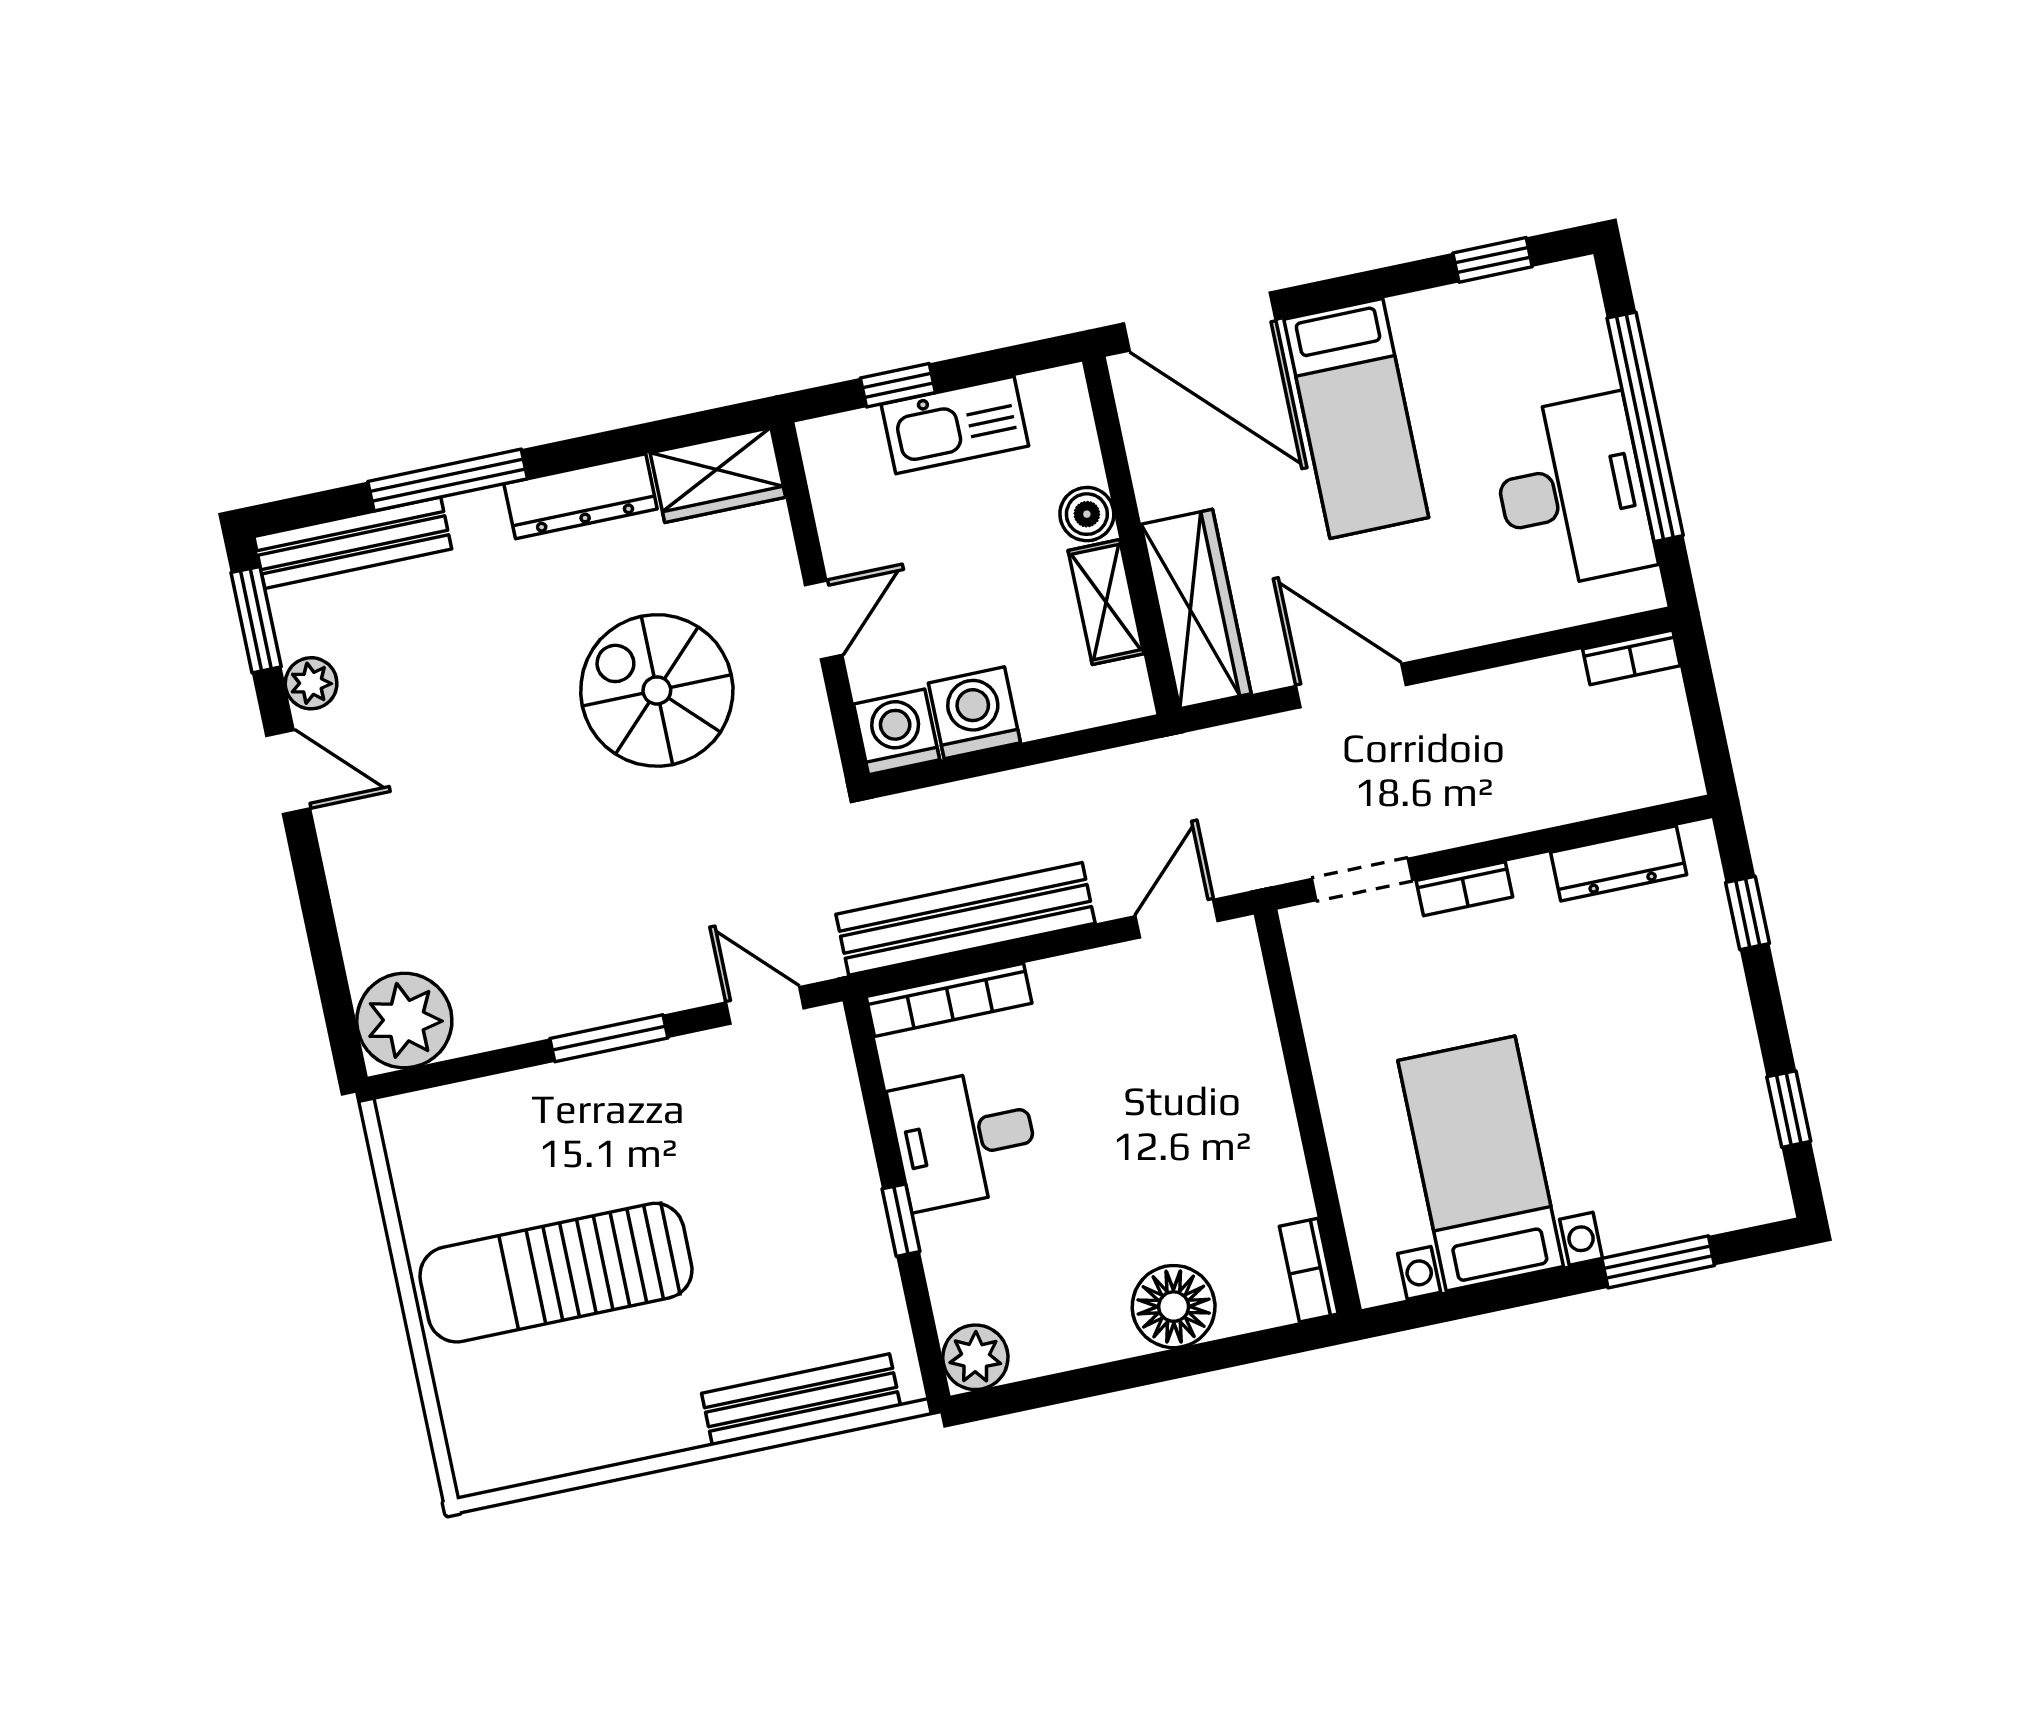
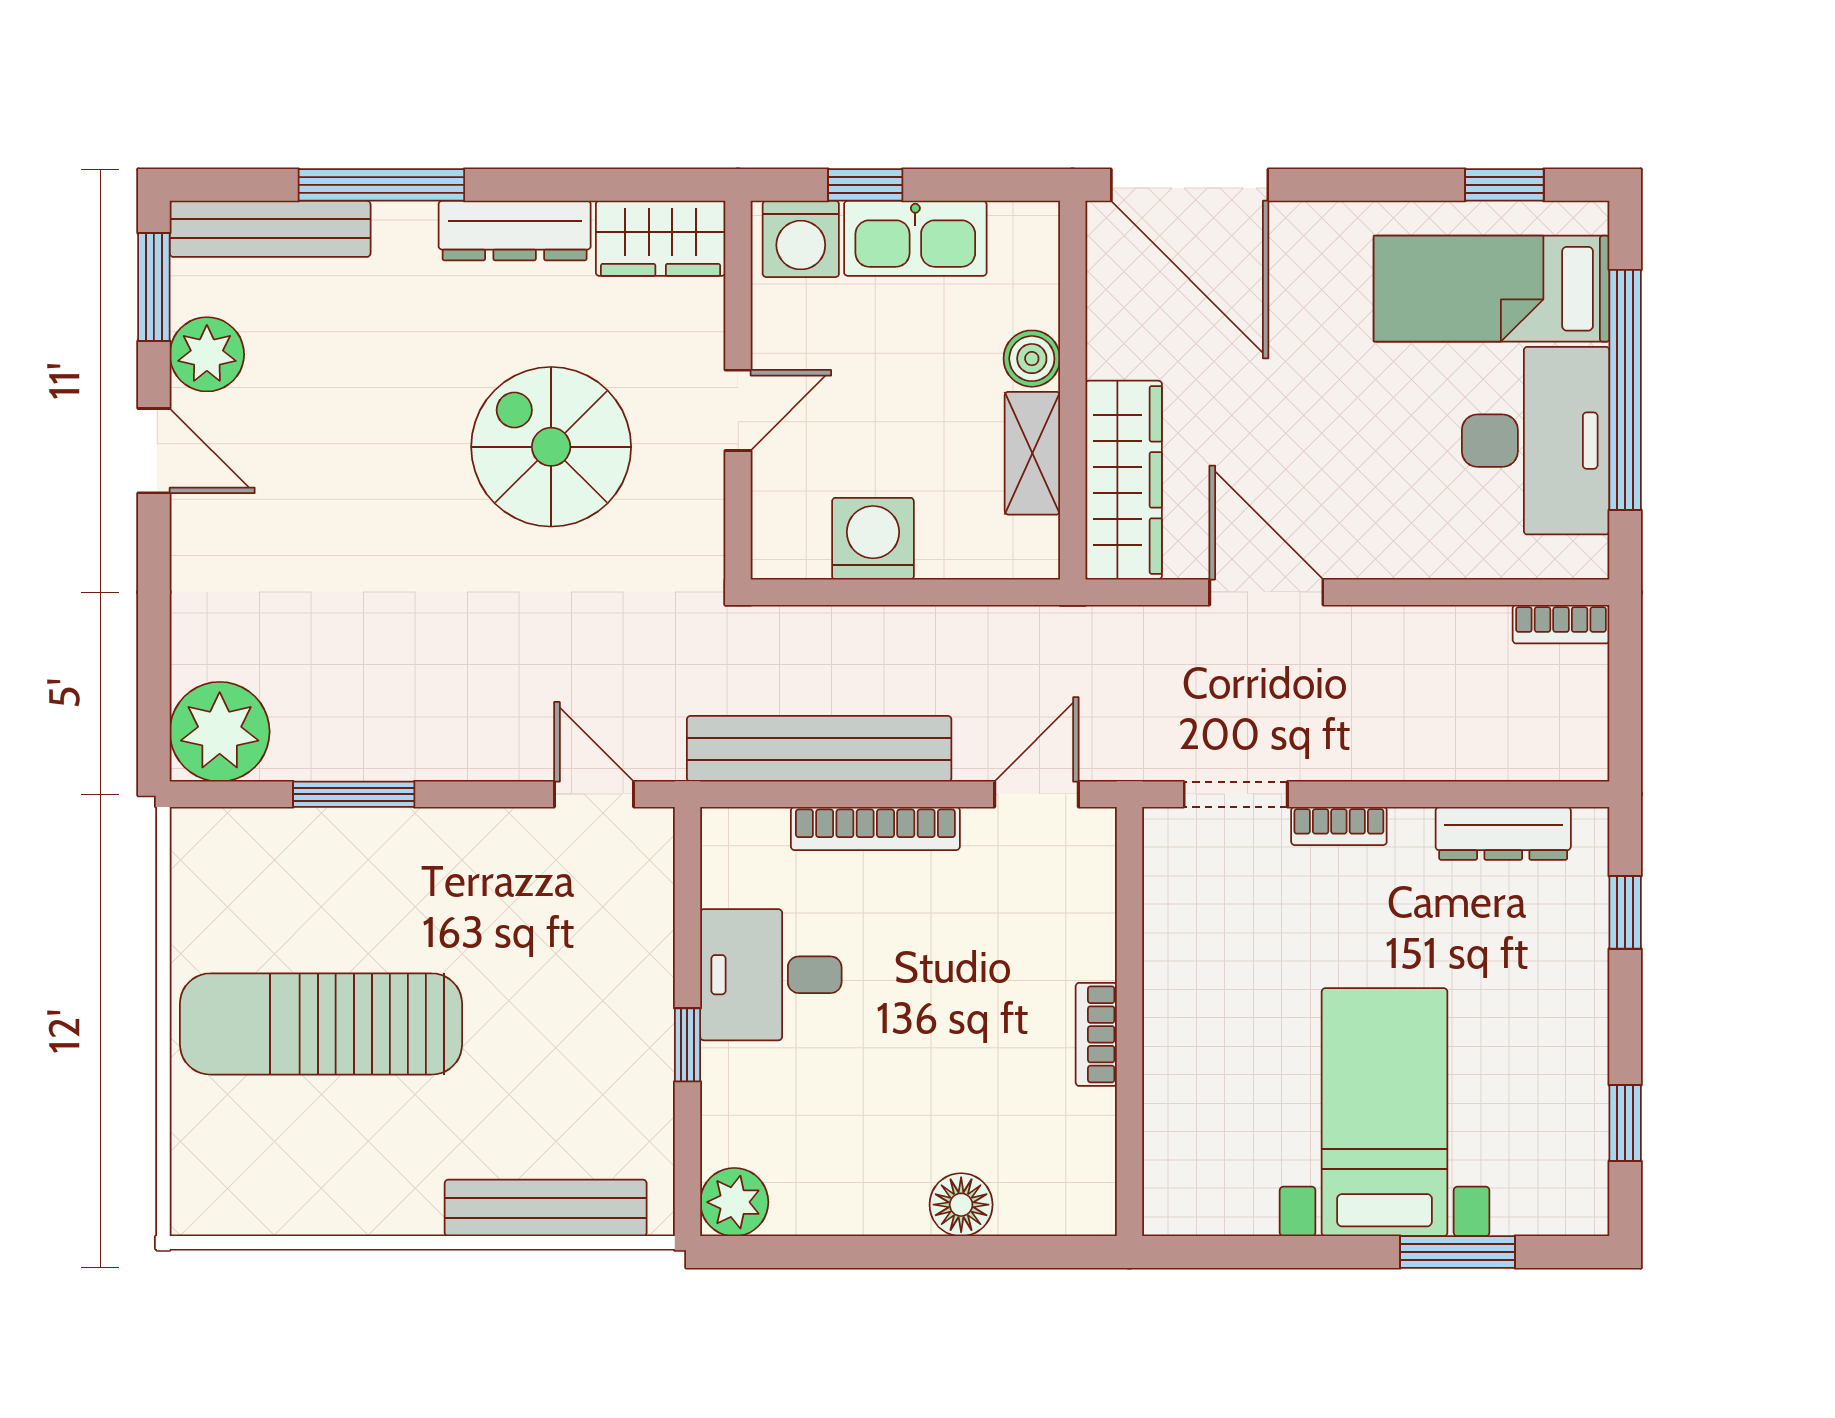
bed: (1356, 418) -> (1491, 289), moved, turned 90
plant: (311, 683) -> (207, 354), width x1.38, depth x1.38
washing machine: (897, 732) -> (801, 239), moved, turned 180
bookcase: (949, 1000) -> (875, 829), moved
window: (609, 1038) -> (354, 794), moved
bed with nightstands: (1481, 1163) -> (1385, 1112), moved
bookcase: (1309, 1270) -> (1096, 1034), moved
floor lamp: (1174, 1307) -> (961, 1205), width x0.73, depth x0.73

